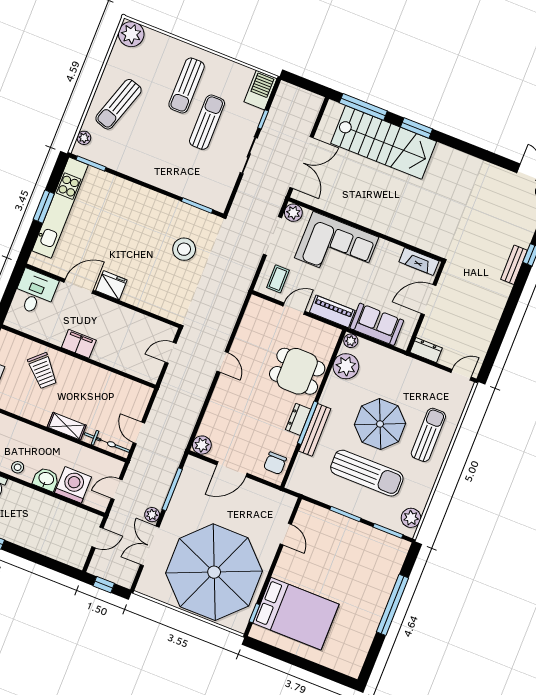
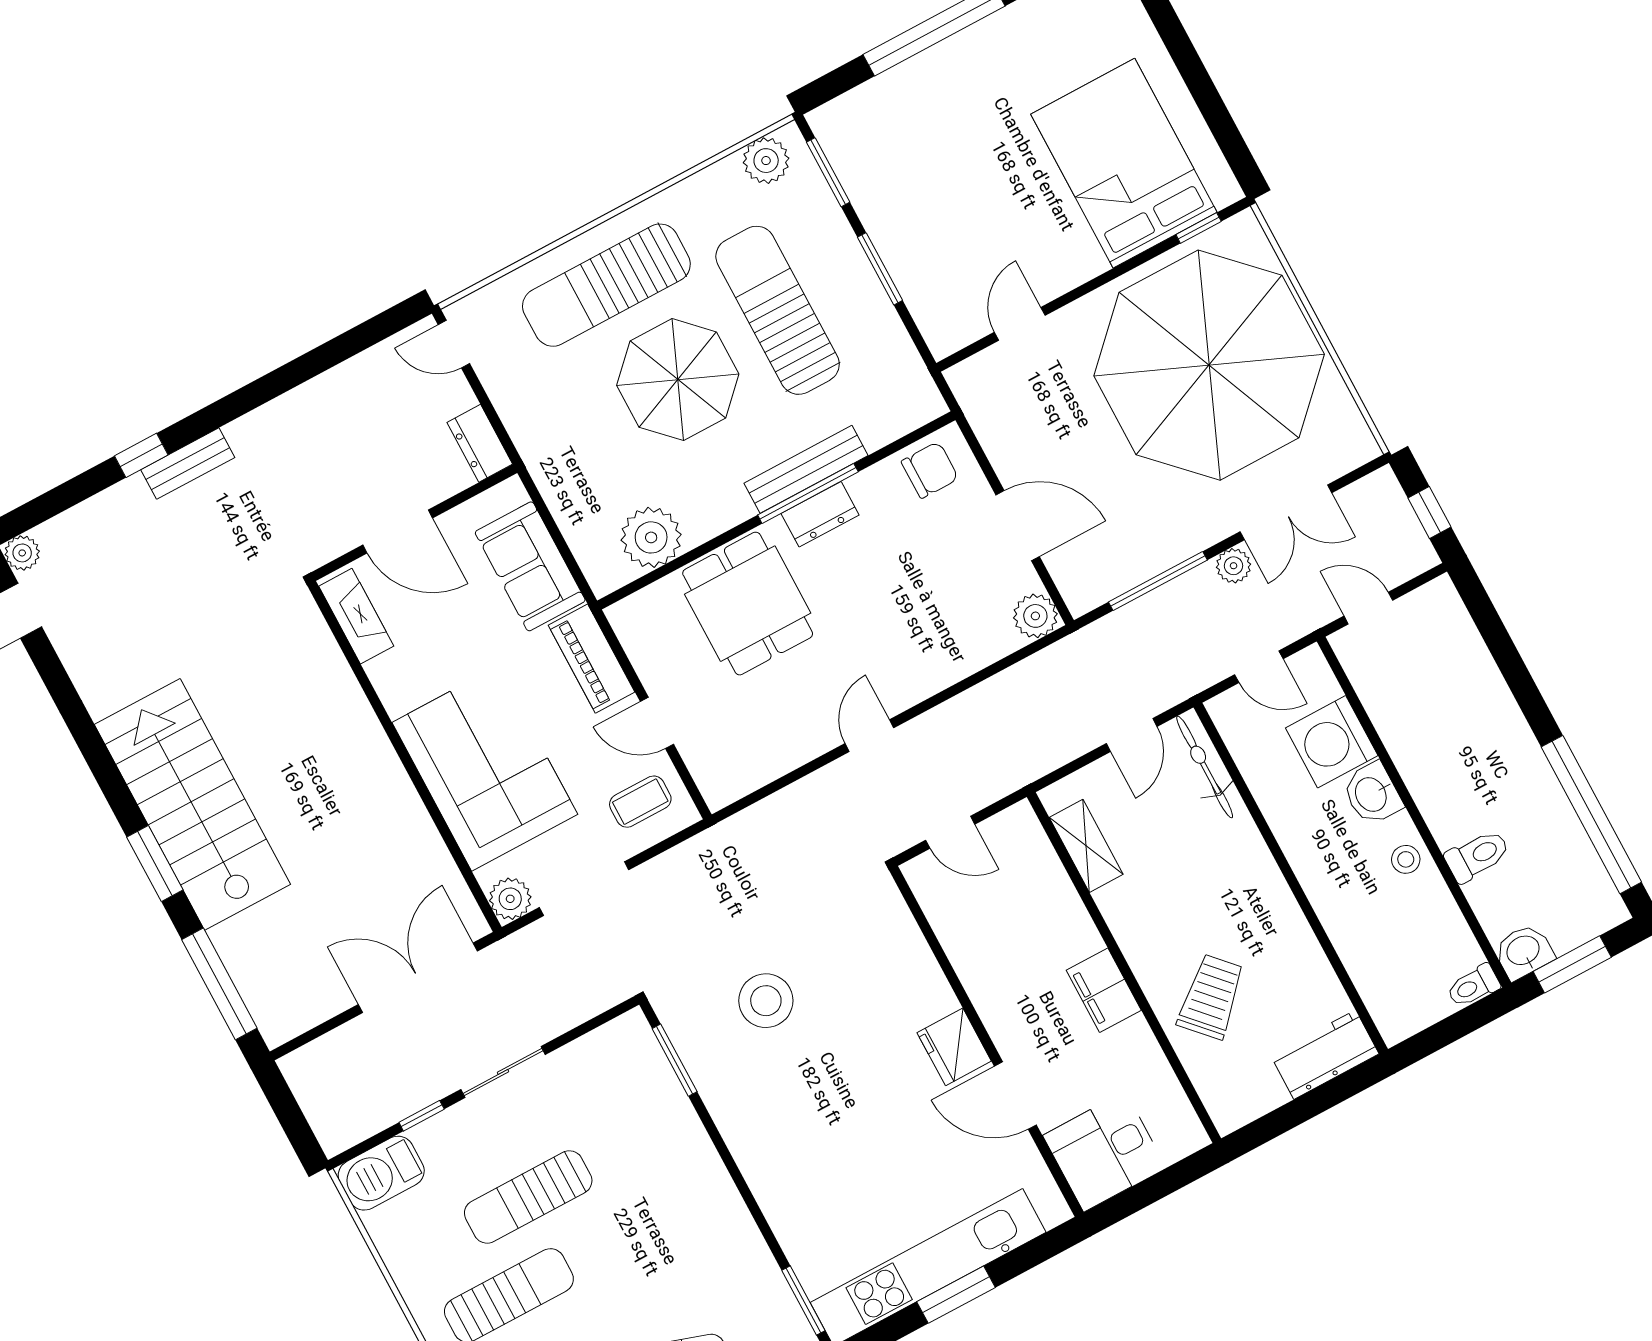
stairs: (384, 142) -> (192, 804), moved
plant: (351, 341) -> (603, 576), removed
shelving: (67, 426) -> (1086, 846), moved
sun lounger: (428, 435) -> (606, 285), width x1.36, depth x1.34

